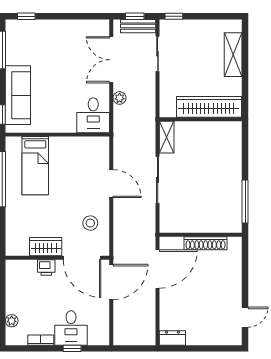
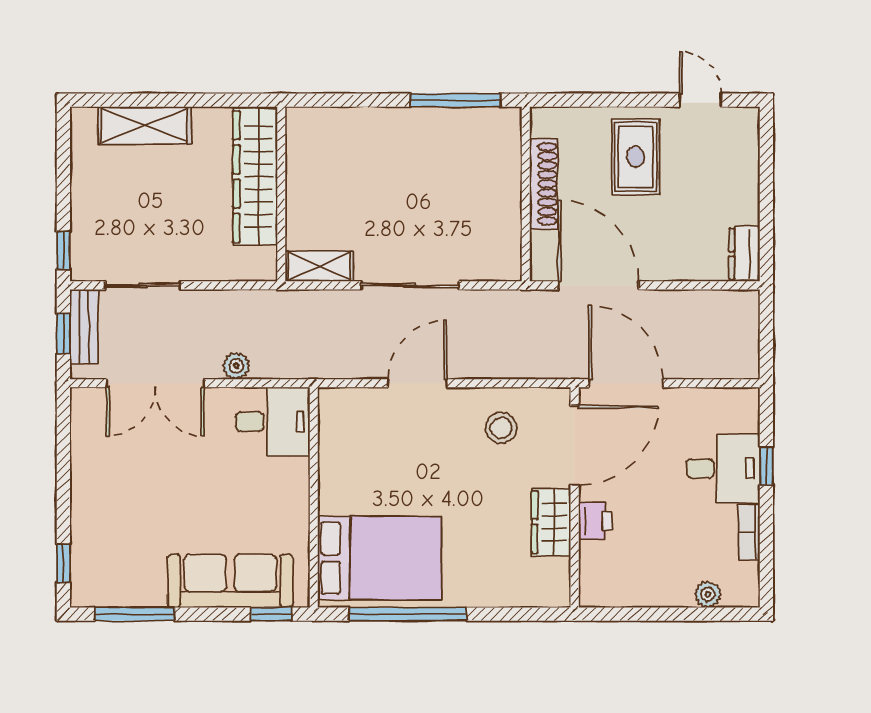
bed: (35, 166) -> (379, 558), width x1.50
rug: (218, 287) -> (636, 157), added

